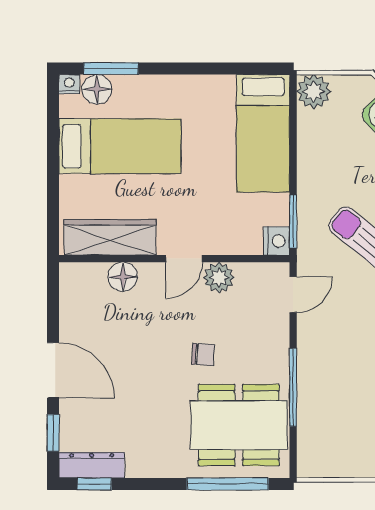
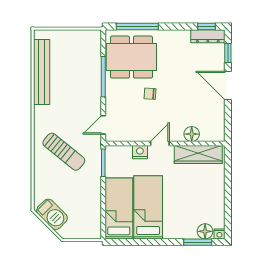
plant: (314, 91) -> (93, 230), removed
bed: (120, 146) -> (148, 207), moved, turned 90
nightstand: (276, 241) -> (140, 152), moved, turned 90
plant: (219, 278) -> (142, 134), removed

